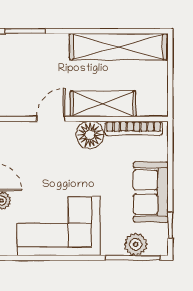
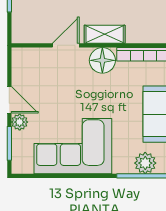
shelving: (103, 104) -> (105, 34), width x0.67, depth x0.75

